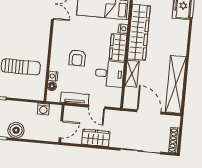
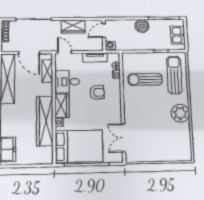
armchair: (77, 58) -> (97, 92), turned 87
shelving: (132, 74) -> (47, 71), moved
door: (97, 107) -> (65, 52), moved
washing machine: (43, 109) -> (110, 46), moved

